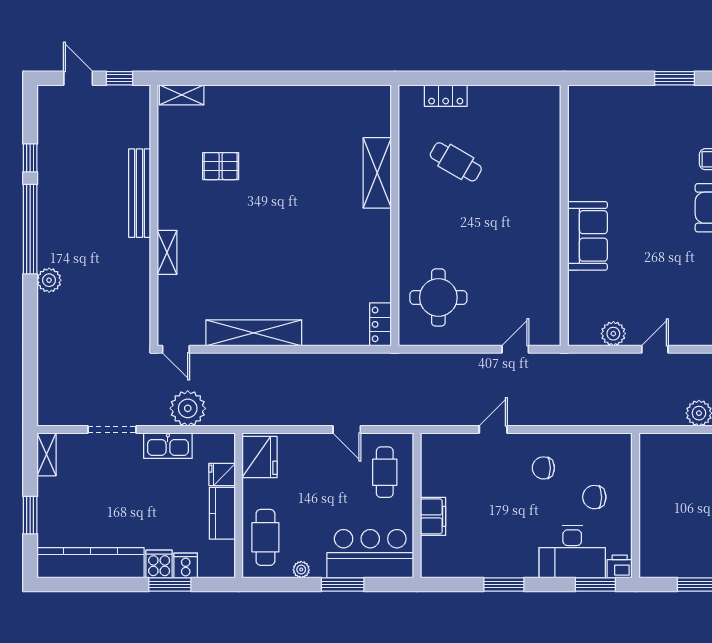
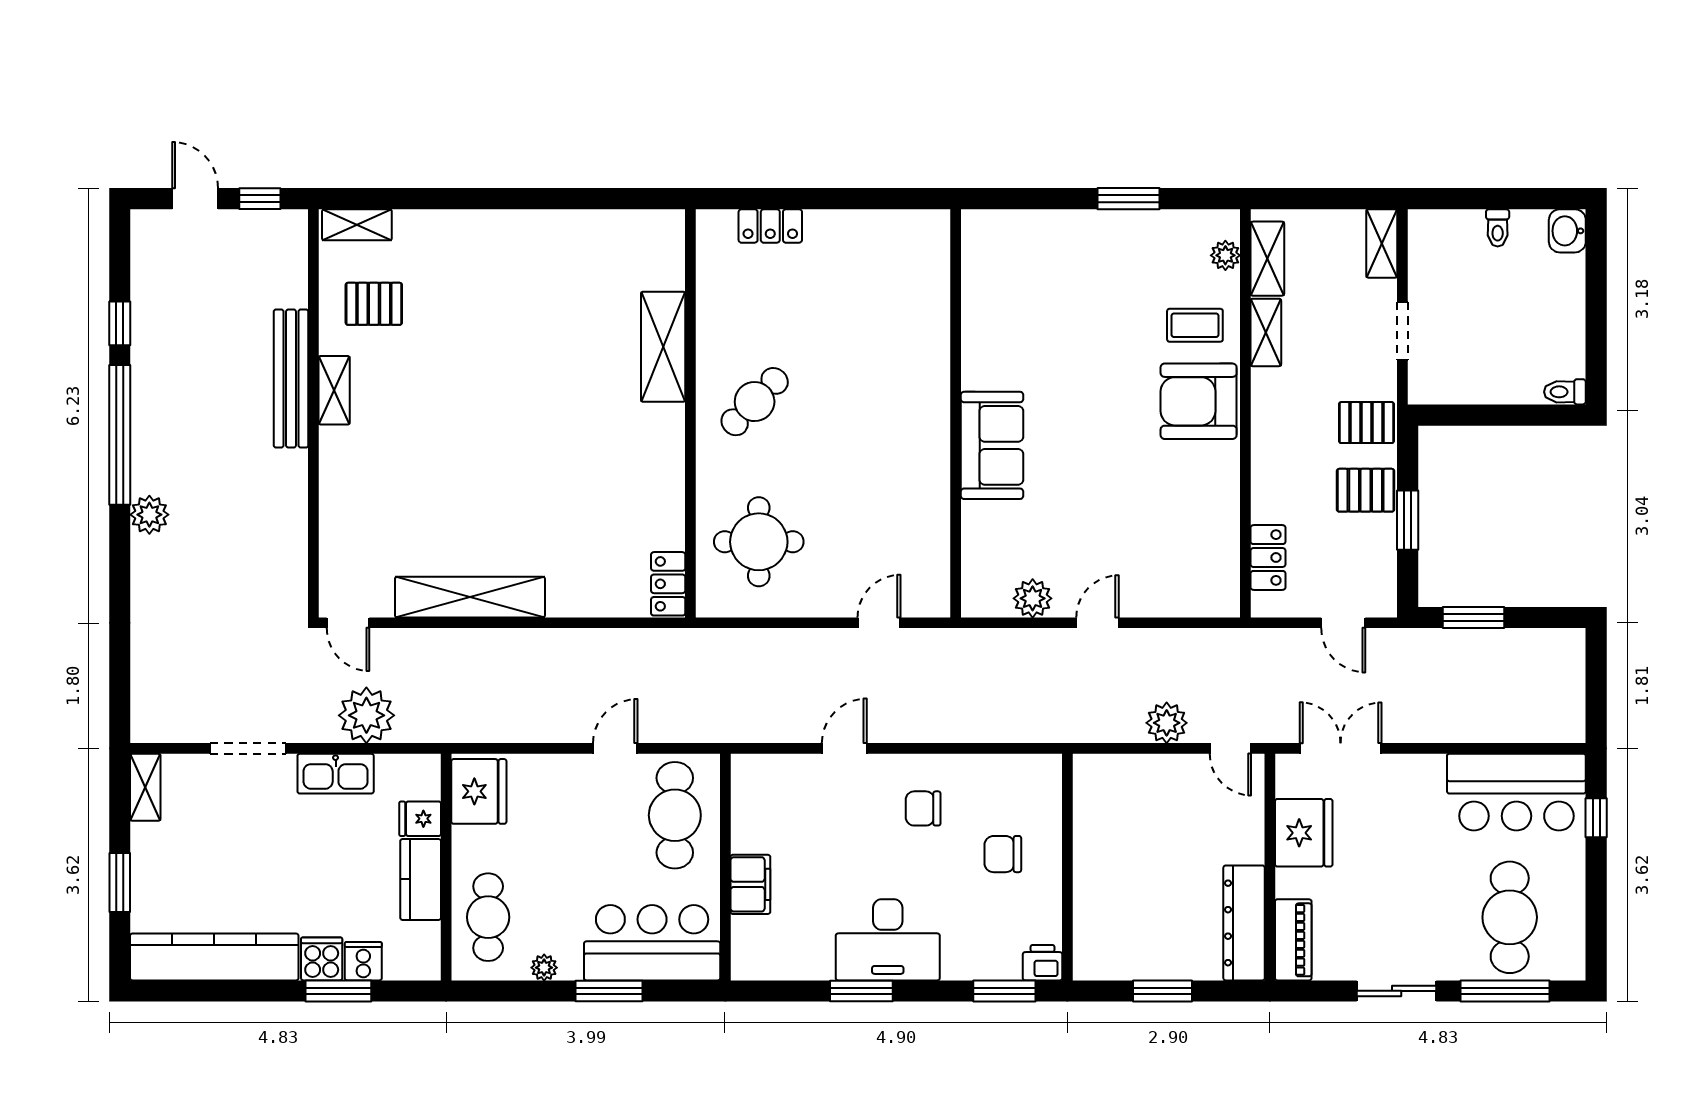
cafe table: (456, 162) -> (755, 402), moved, turned -76
pallet: (221, 166) -> (374, 304), moved
shelving: (167, 252) -> (334, 390), moved
door: (347, 430) -> (615, 748), swing flipped
cafe table: (385, 472) -> (675, 815), width x1.37, depth x1.35
desk: (572, 552) -> (888, 940), moved

